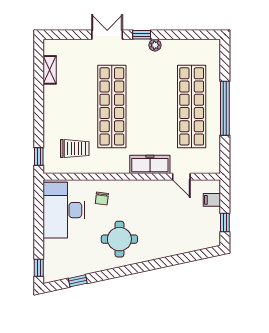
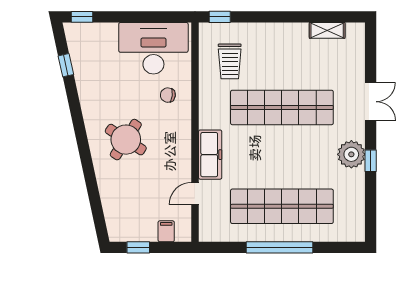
window: (142, 35) -> (371, 161), moved
plant: (155, 45) -> (351, 154), width x1.88, depth x1.88
round table: (119, 239) -> (126, 140), moved, turned 33

